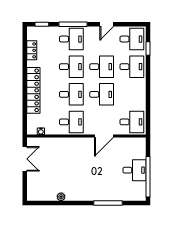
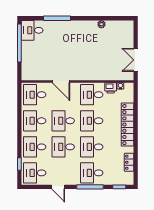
door: (107, 24) -> (58, 187), swing flipped
desk: (132, 94) -> (35, 121), added
printer: (51, 129) -> (111, 88), added
door: (104, 136) -> (61, 81), swing flipped
desk: (134, 170) -> (32, 30), moved

